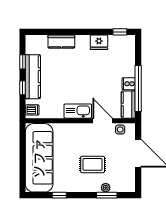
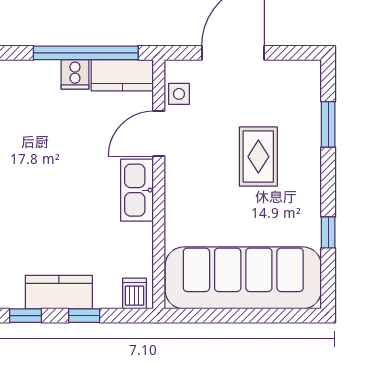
kitchen counter: (33, 77) -> (59, 292), width x0.67
plant: (106, 188) -> (311, 127), removed

